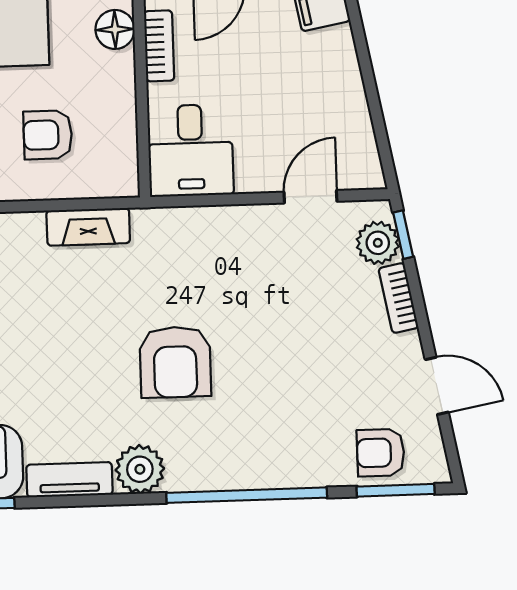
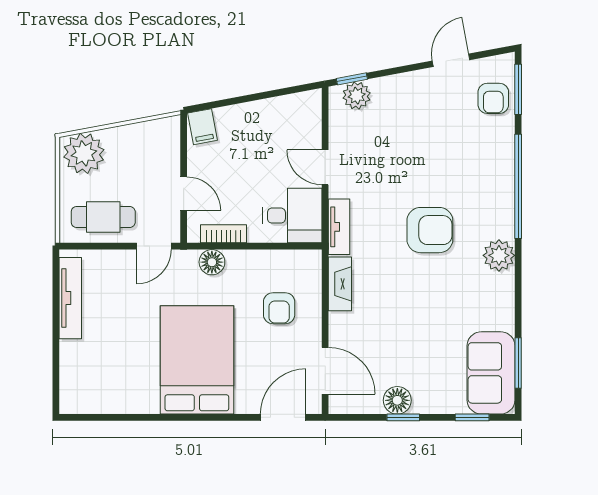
door: (310, 197) -> (325, 167), moved
bookcase: (398, 298) -> (393, 83), removed
tv unit: (69, 480) -> (339, 227), moved, turned 180

